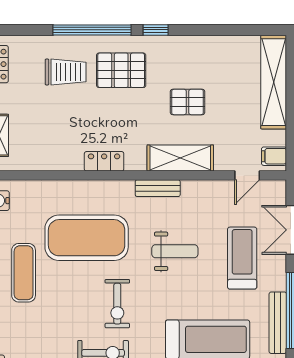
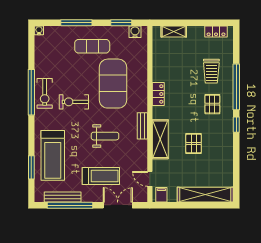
pallet: (121, 70) -> (212, 104), width x0.67, depth x0.71
weight bench: (175, 251) -> (105, 136), turned -90

